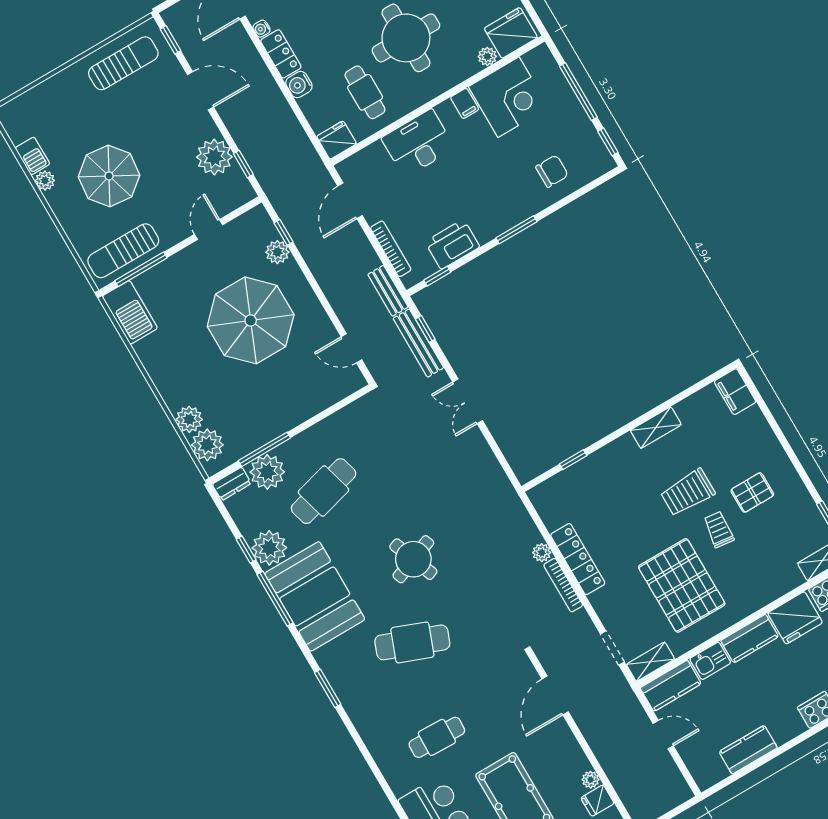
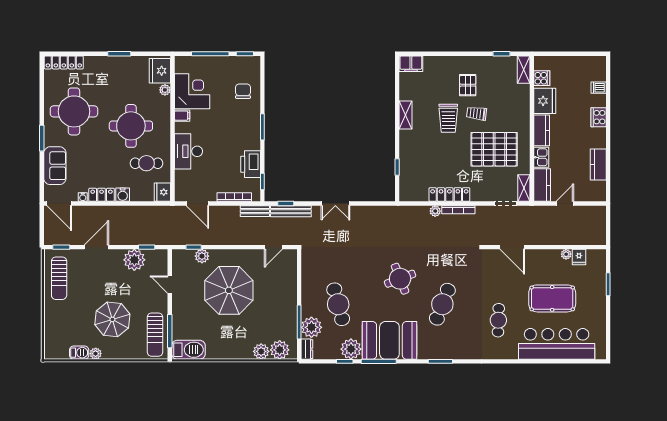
sun lounger: (123, 63) -> (59, 278), turned 180

